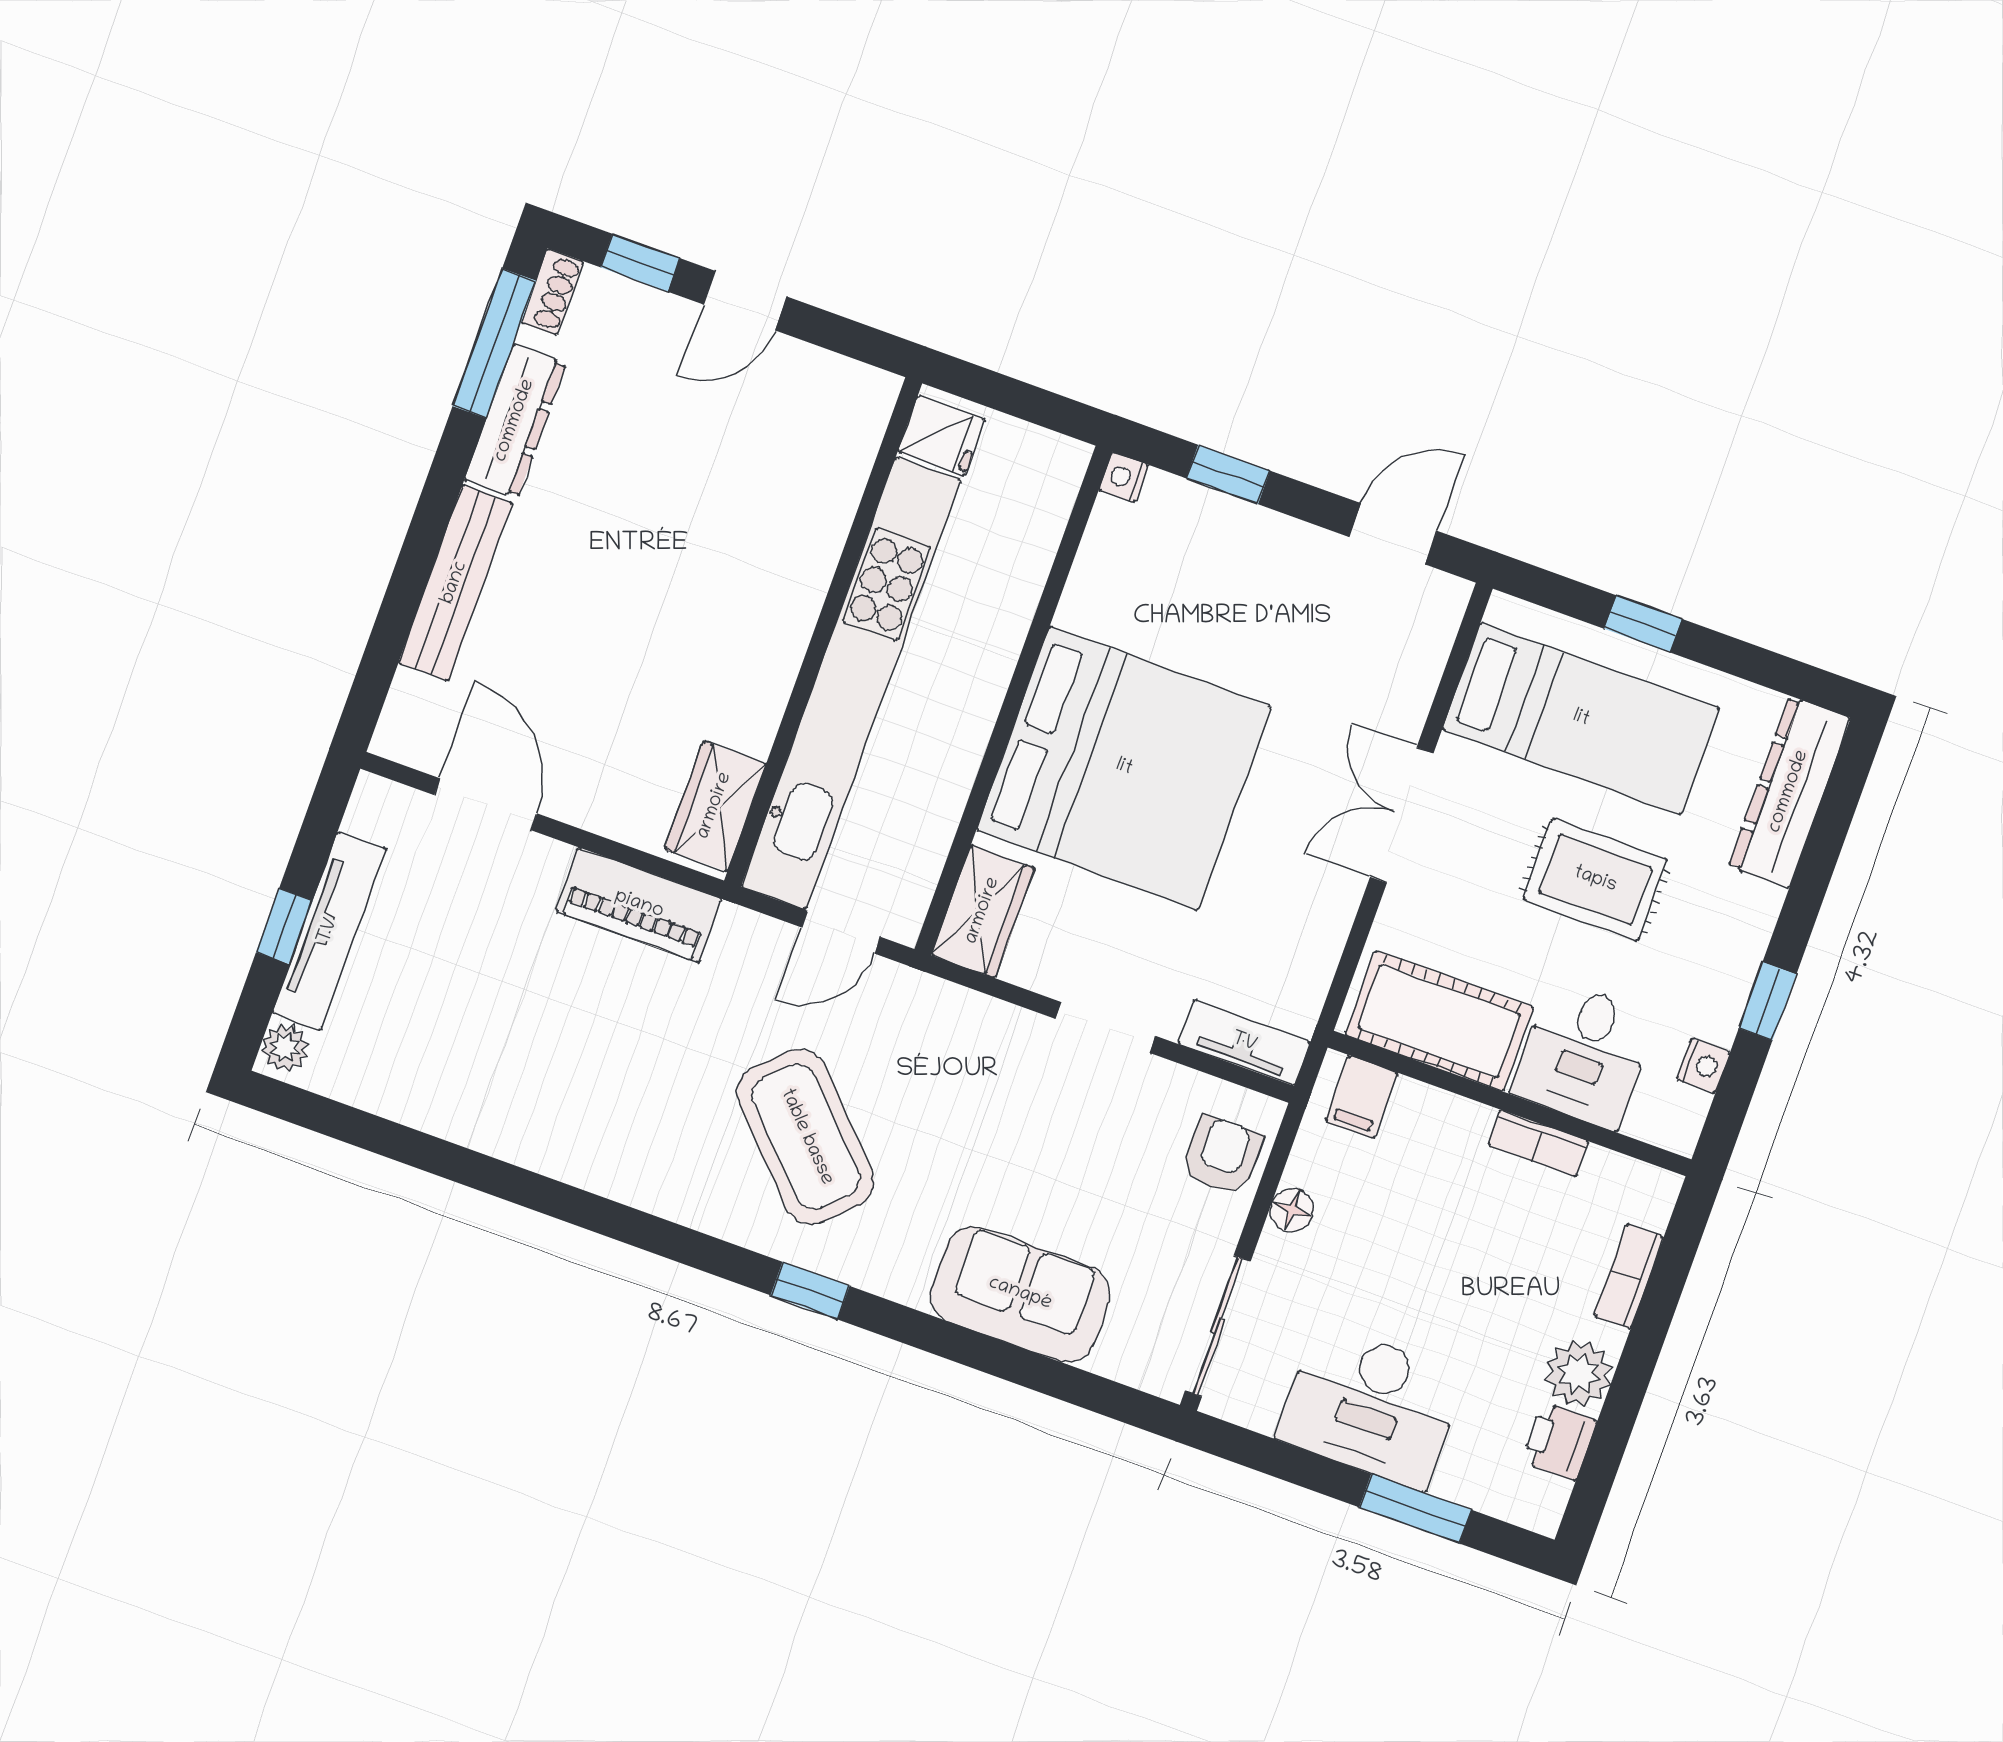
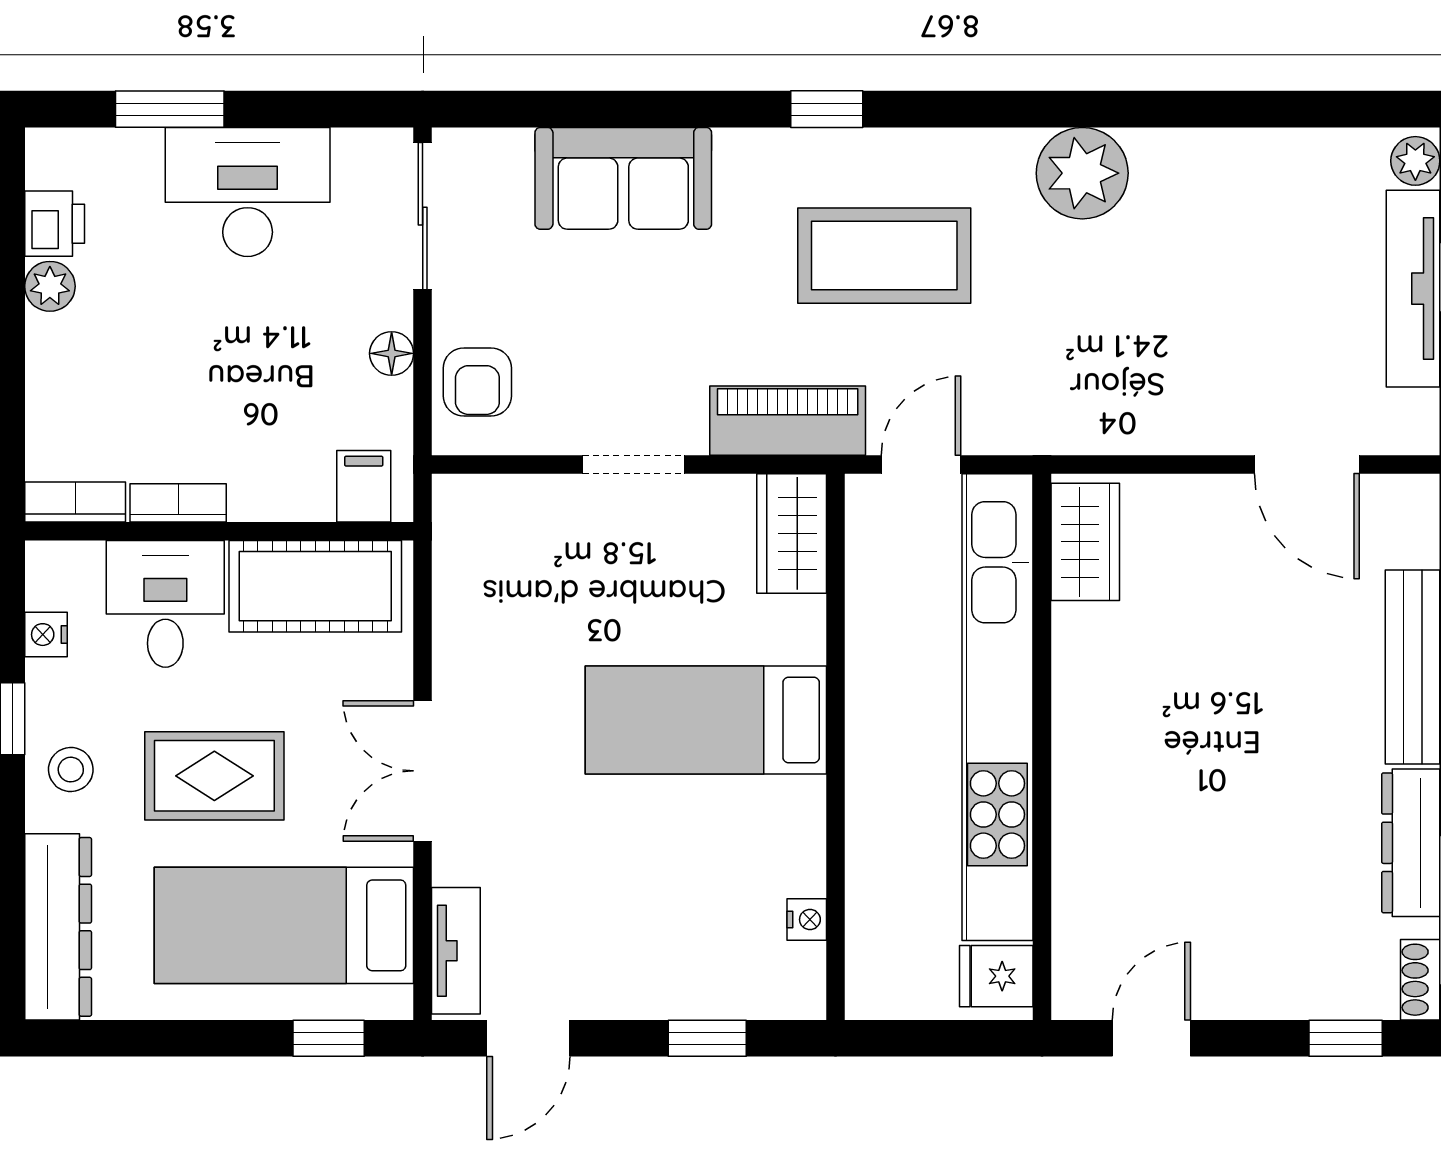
door: (745, 301) -> (1151, 1038), moved
nightstand: (1124, 477) -> (807, 920), moved
window: (1643, 624) -> (329, 1038), moved
bed: (1124, 768) -> (706, 720), width x0.49
double door: (1402, 815) -> (423, 771), swing flipped
piano: (639, 905) -> (788, 421), moved
stool: (1725, 933) -> (71, 770), added
tv unit: (1244, 1043) -> (456, 951), moved, turned -90
coffee table: (806, 1137) -> (884, 256), turned -46
plant: (596, 1147) -> (1082, 173), added
bookcase: (1629, 1276) -> (75, 502), moved, turned -90
plant: (1579, 1373) -> (50, 286), width x0.73, depth x0.73

